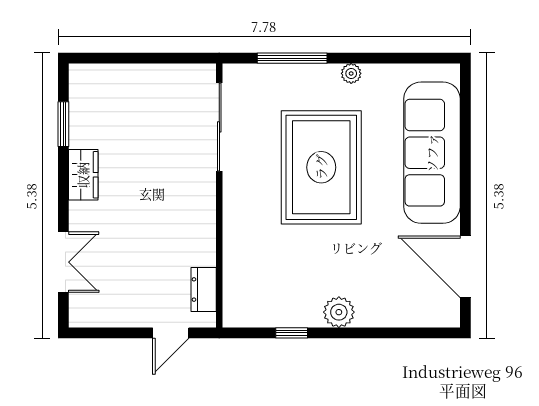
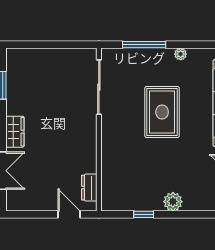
rug: (321, 167) -> (162, 112), width x0.73, depth x0.69
wardrobe: (83, 175) -> (15, 132), moved
door: (171, 333) -> (69, 214), swing flipped

